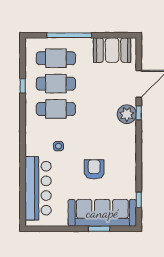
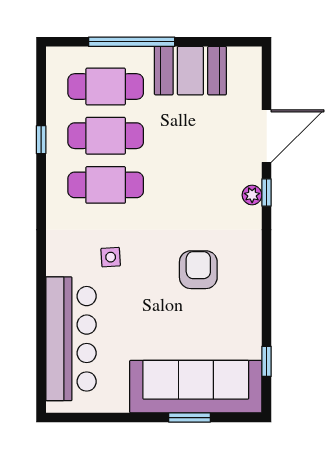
booth: (112, 50) -> (190, 71), moved
plant: (127, 114) -> (252, 195), width x0.53, depth x0.53
armchair: (94, 169) -> (198, 270), moved

